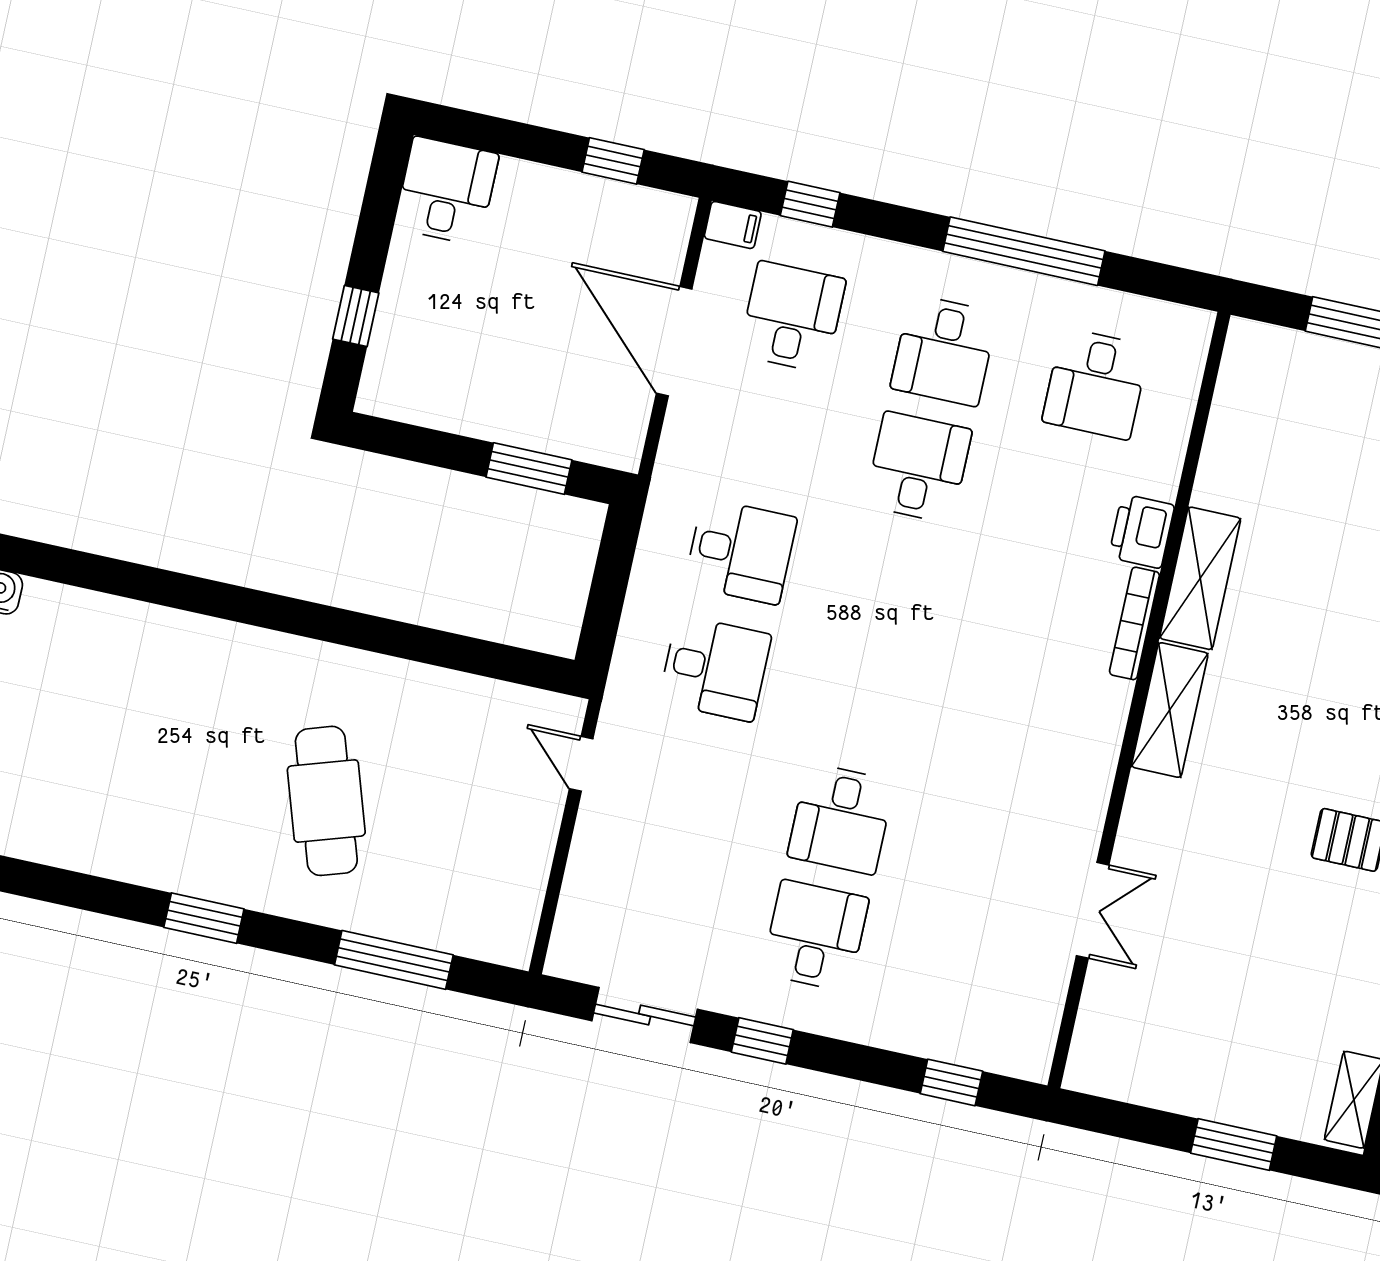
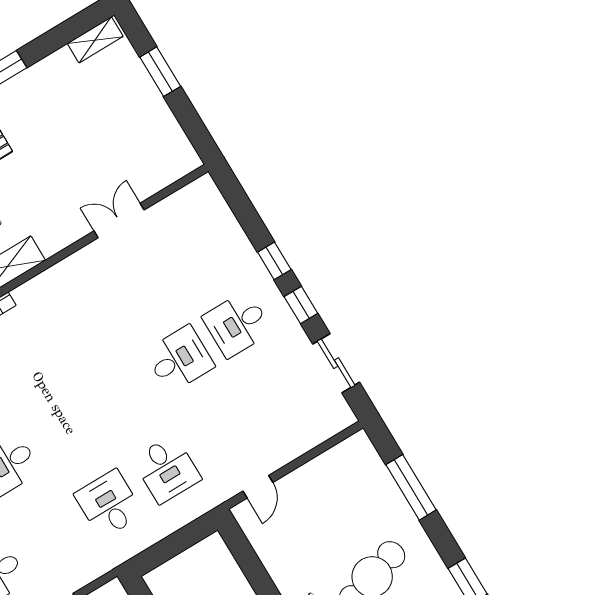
desk: (715, 668) -> (167, 469), turned 180
window: (951, 1082) -> (274, 261), moved

